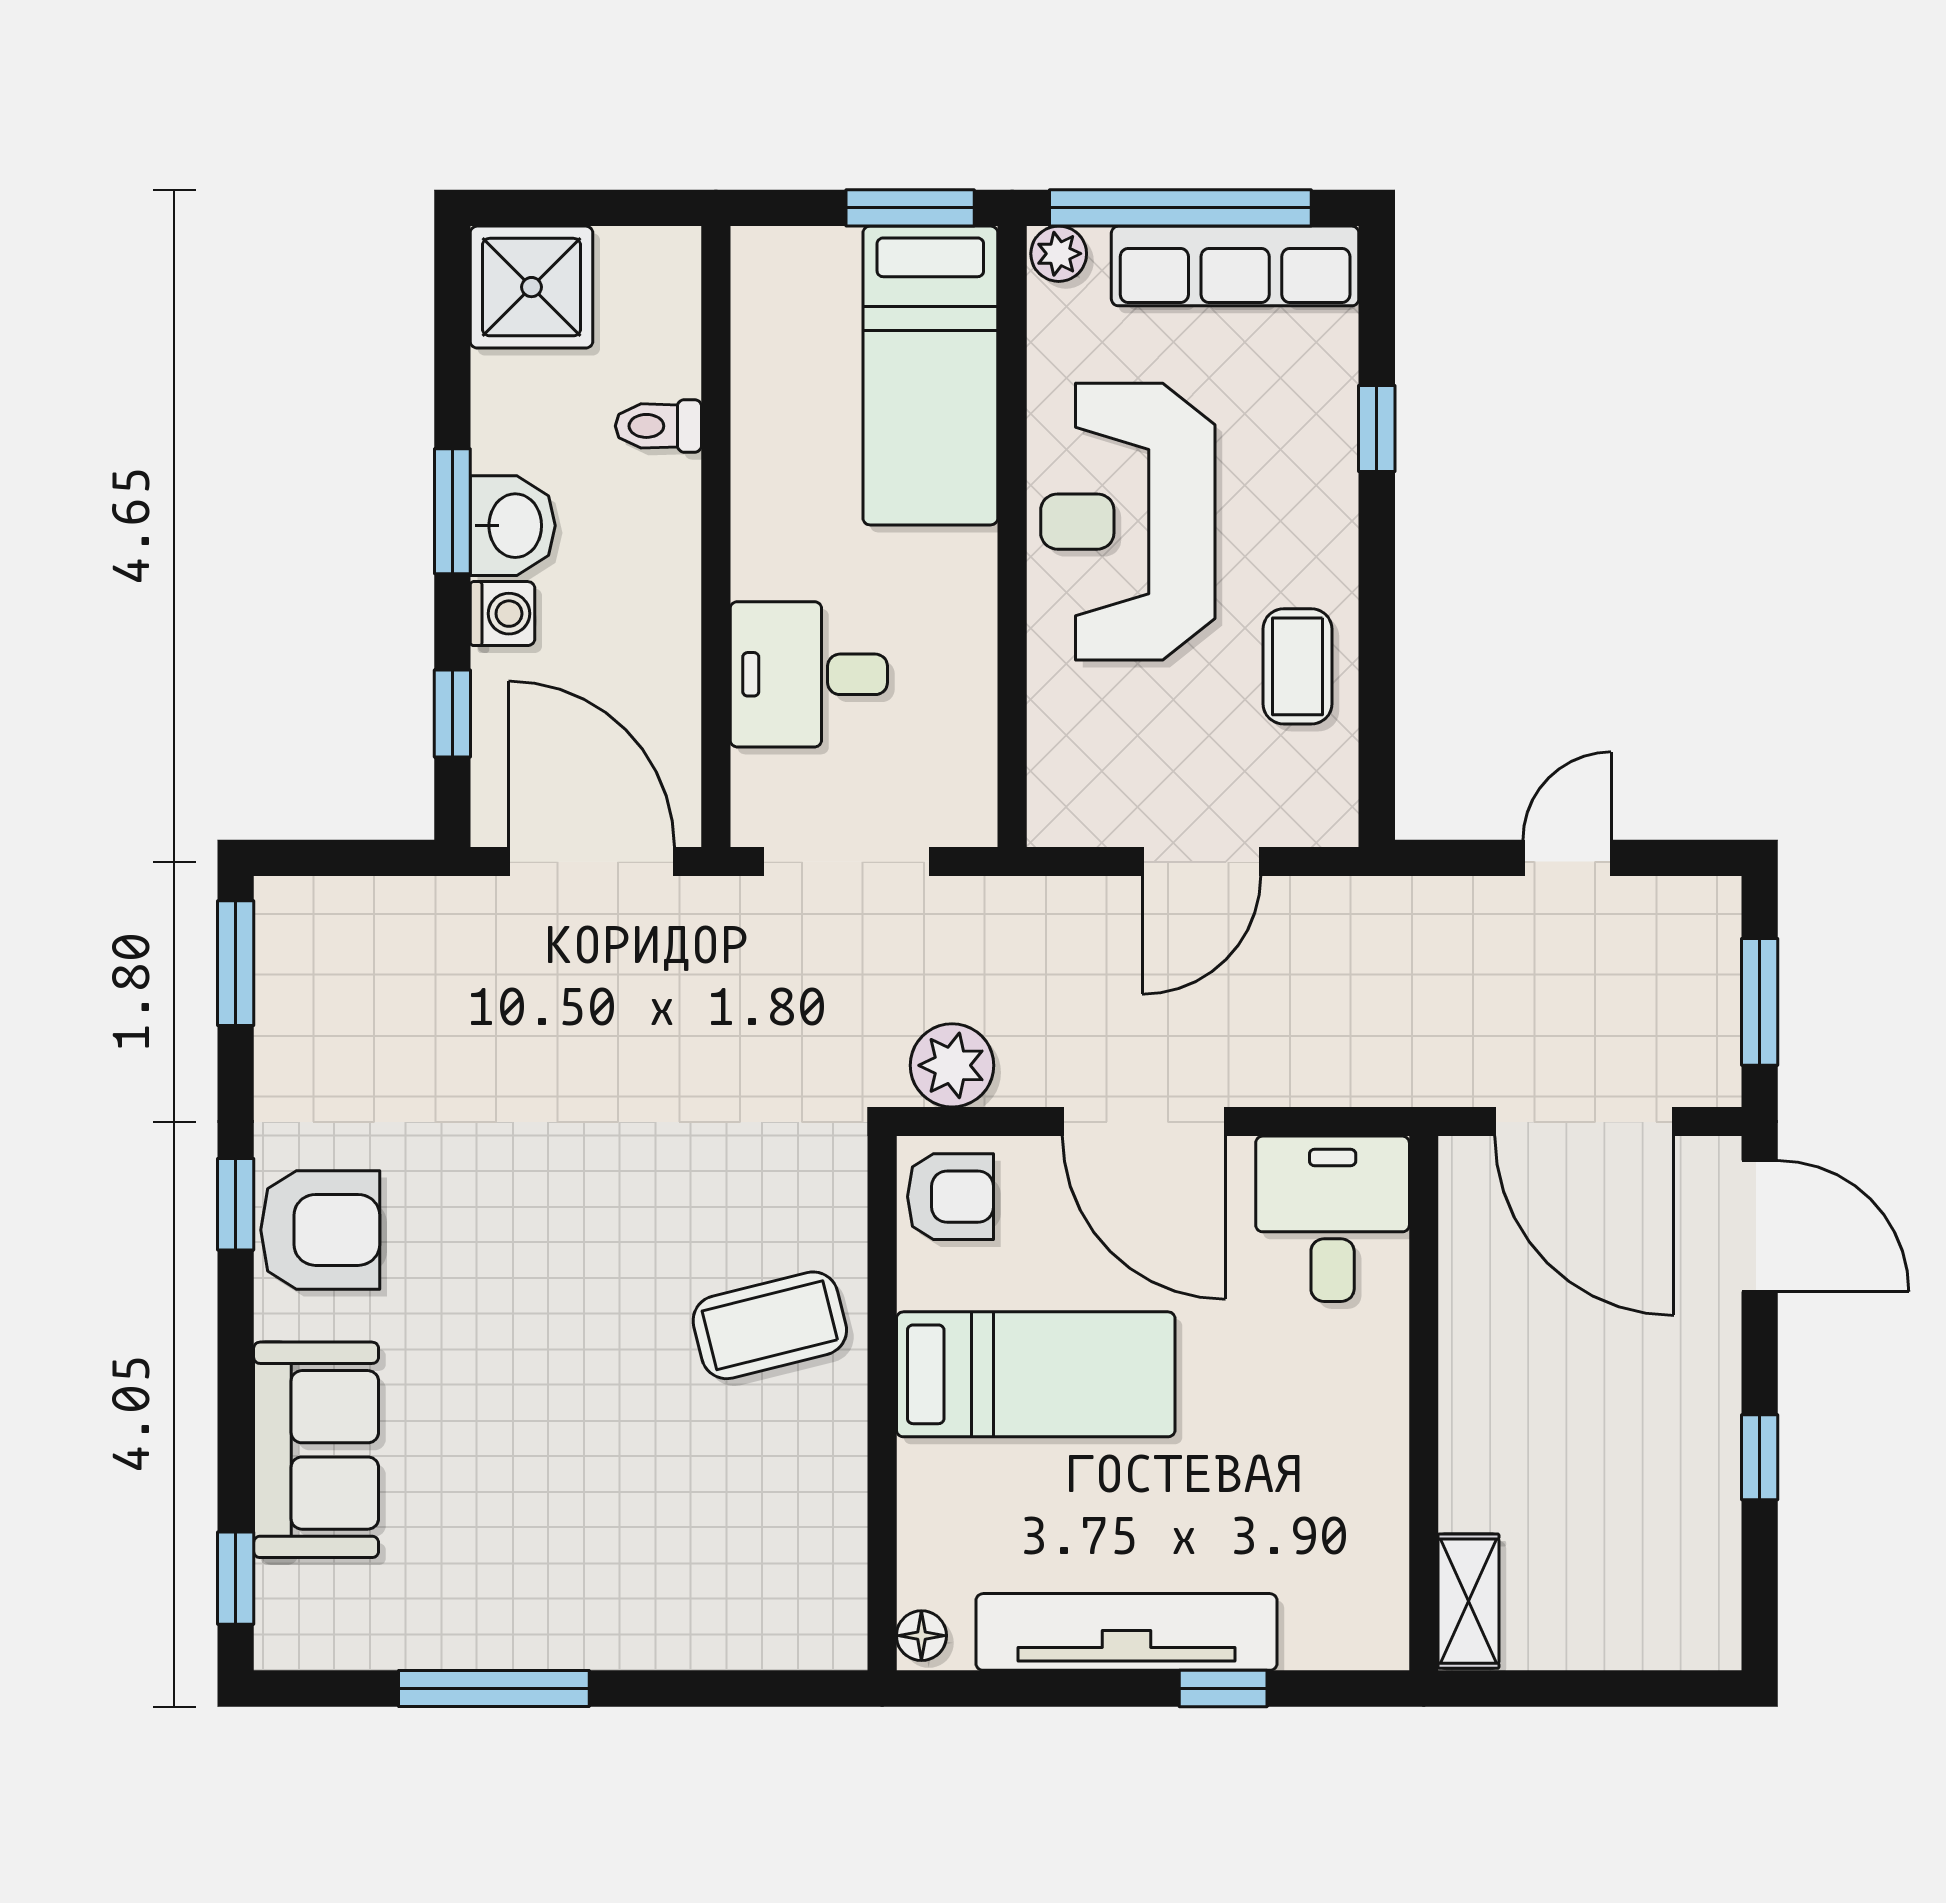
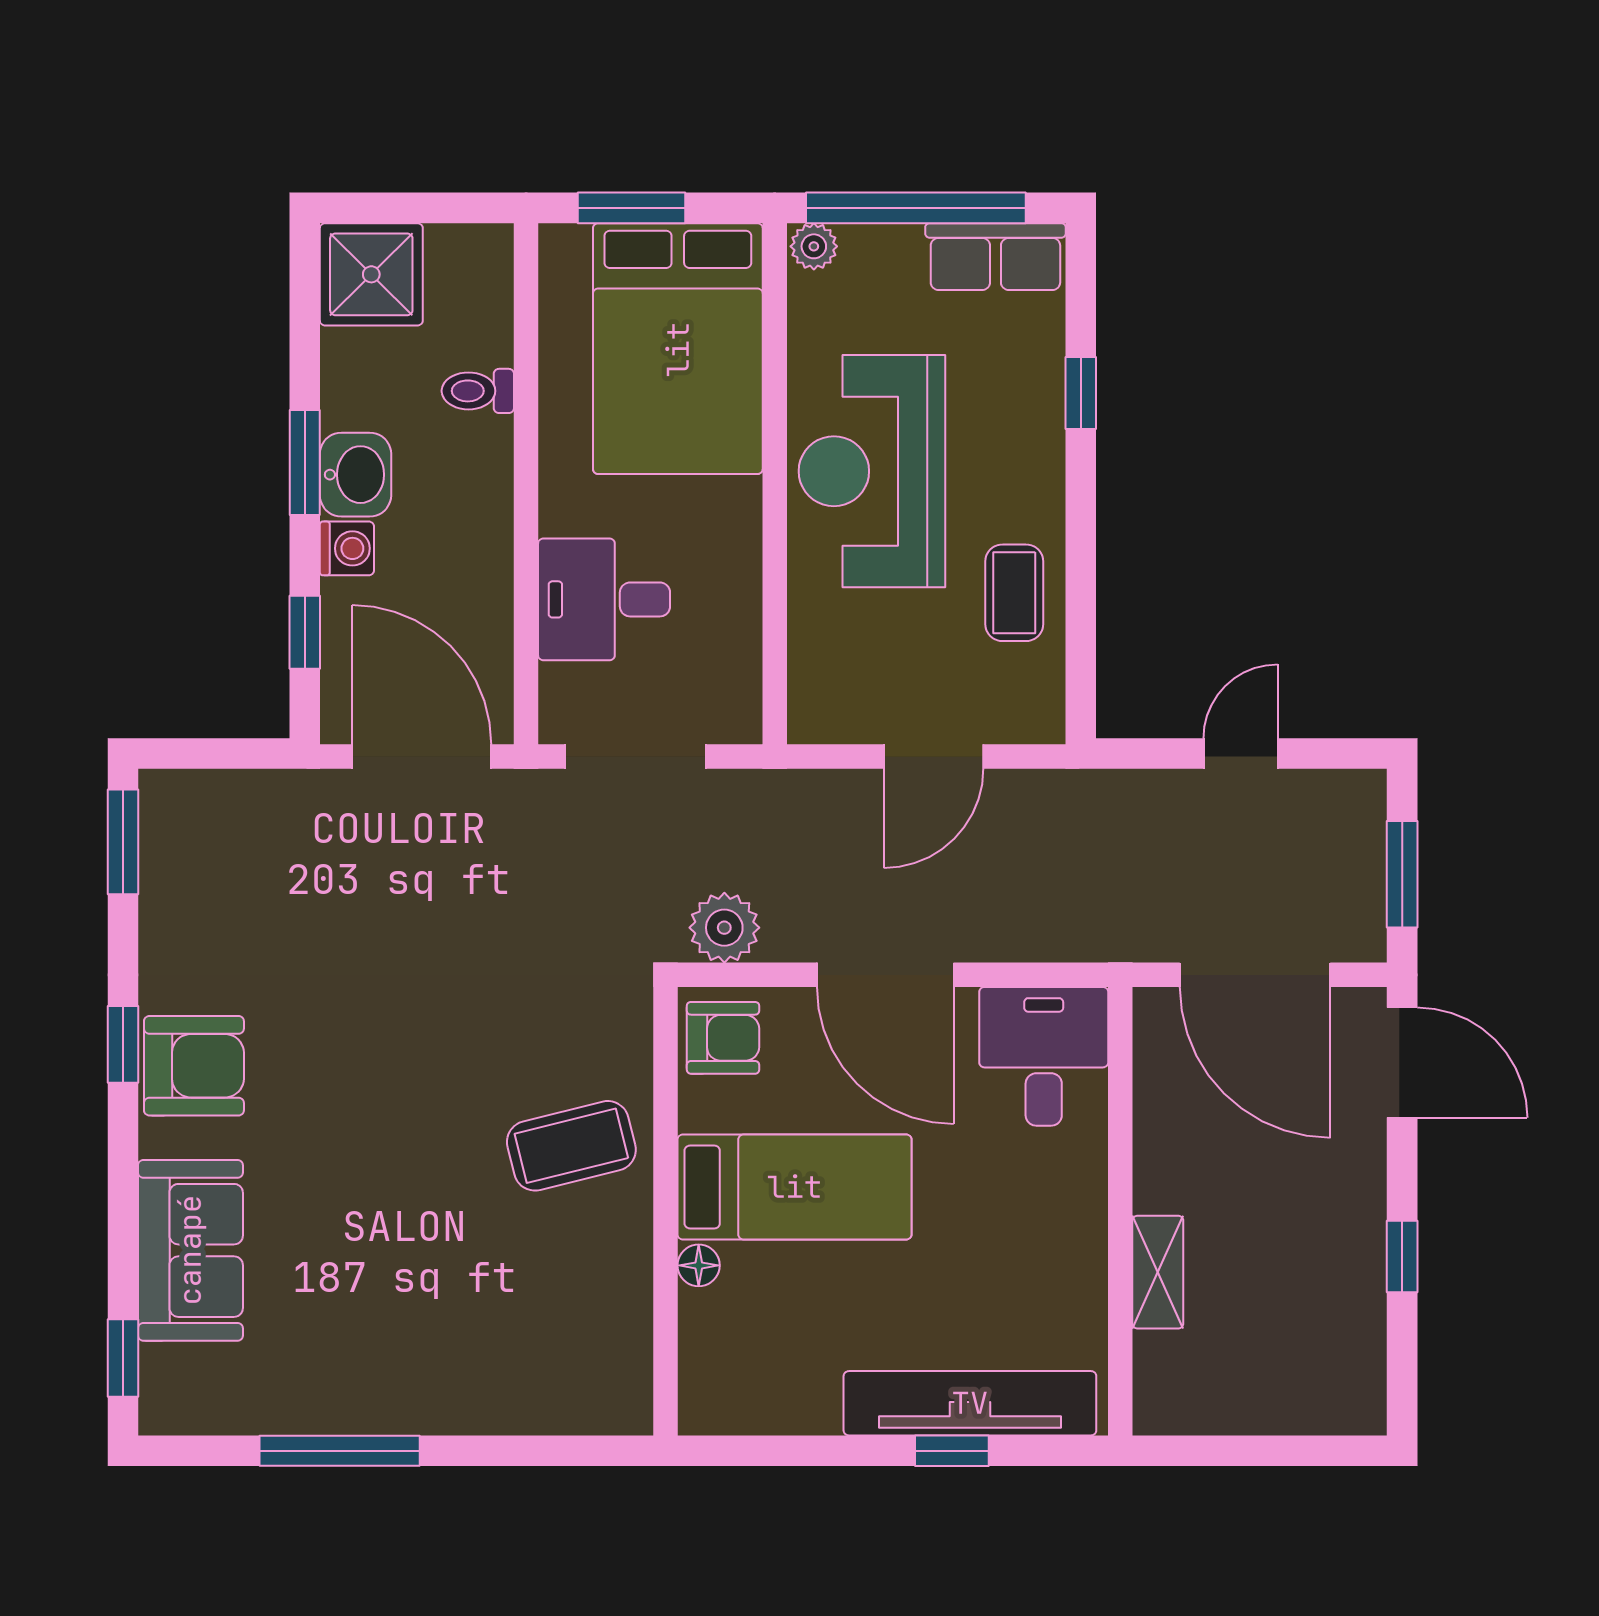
window: (910, 208) -> (632, 208), moved
row of seats: (1235, 266) -> (995, 257), width x0.68
bed: (930, 375) -> (678, 349), width x1.50
shelving: (1468, 1601) -> (1158, 1272), moved
tv unit: (1126, 1632) -> (970, 1403), moved
floor lamp: (921, 1636) -> (699, 1265), moved

